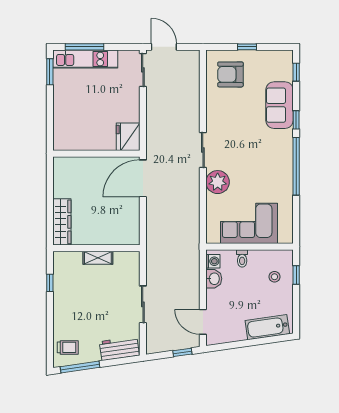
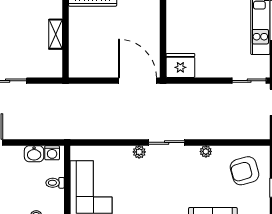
armchair: (230, 74) -> (245, 171), turned -106
plant: (212, 112) -> (206, 151), added
plant: (218, 182) -> (139, 152), width x0.53, depth x0.53

